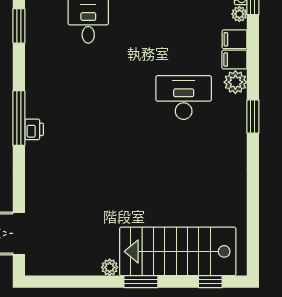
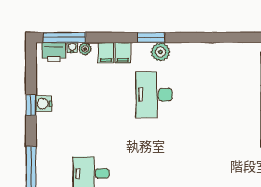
plant: (235, 82) -> (161, 52), moved
window: (253, 116) -> (151, 38), moved

